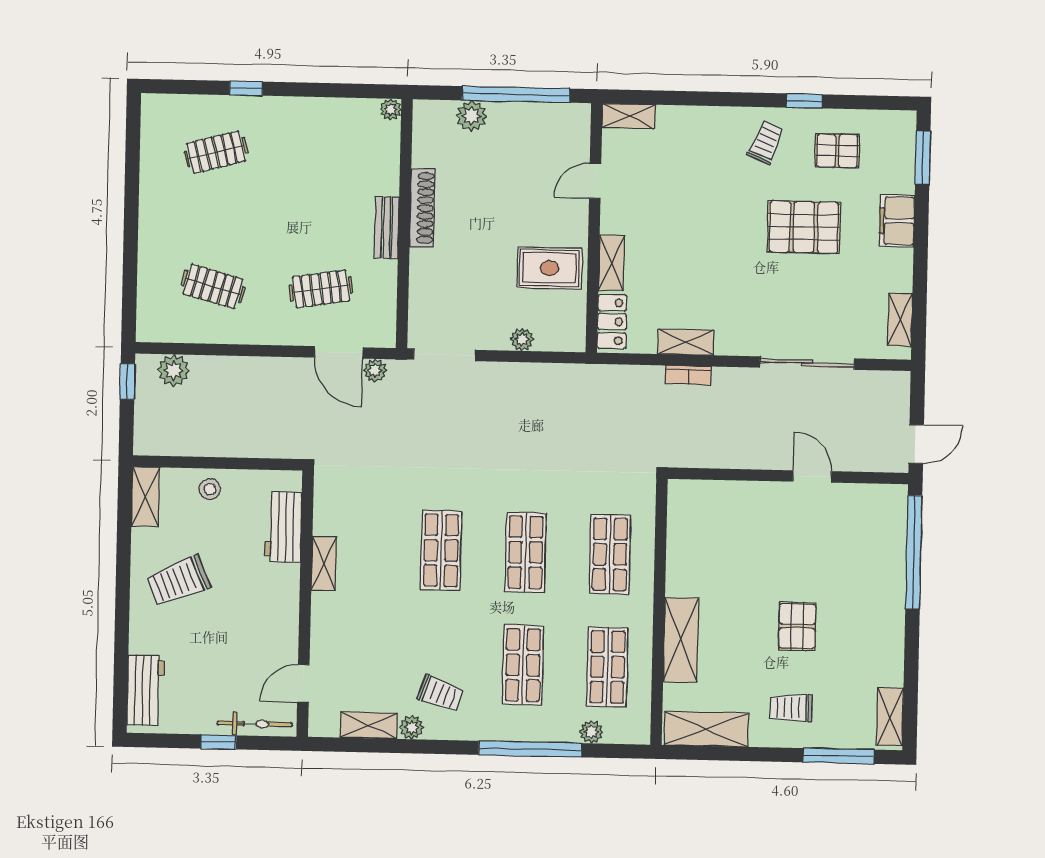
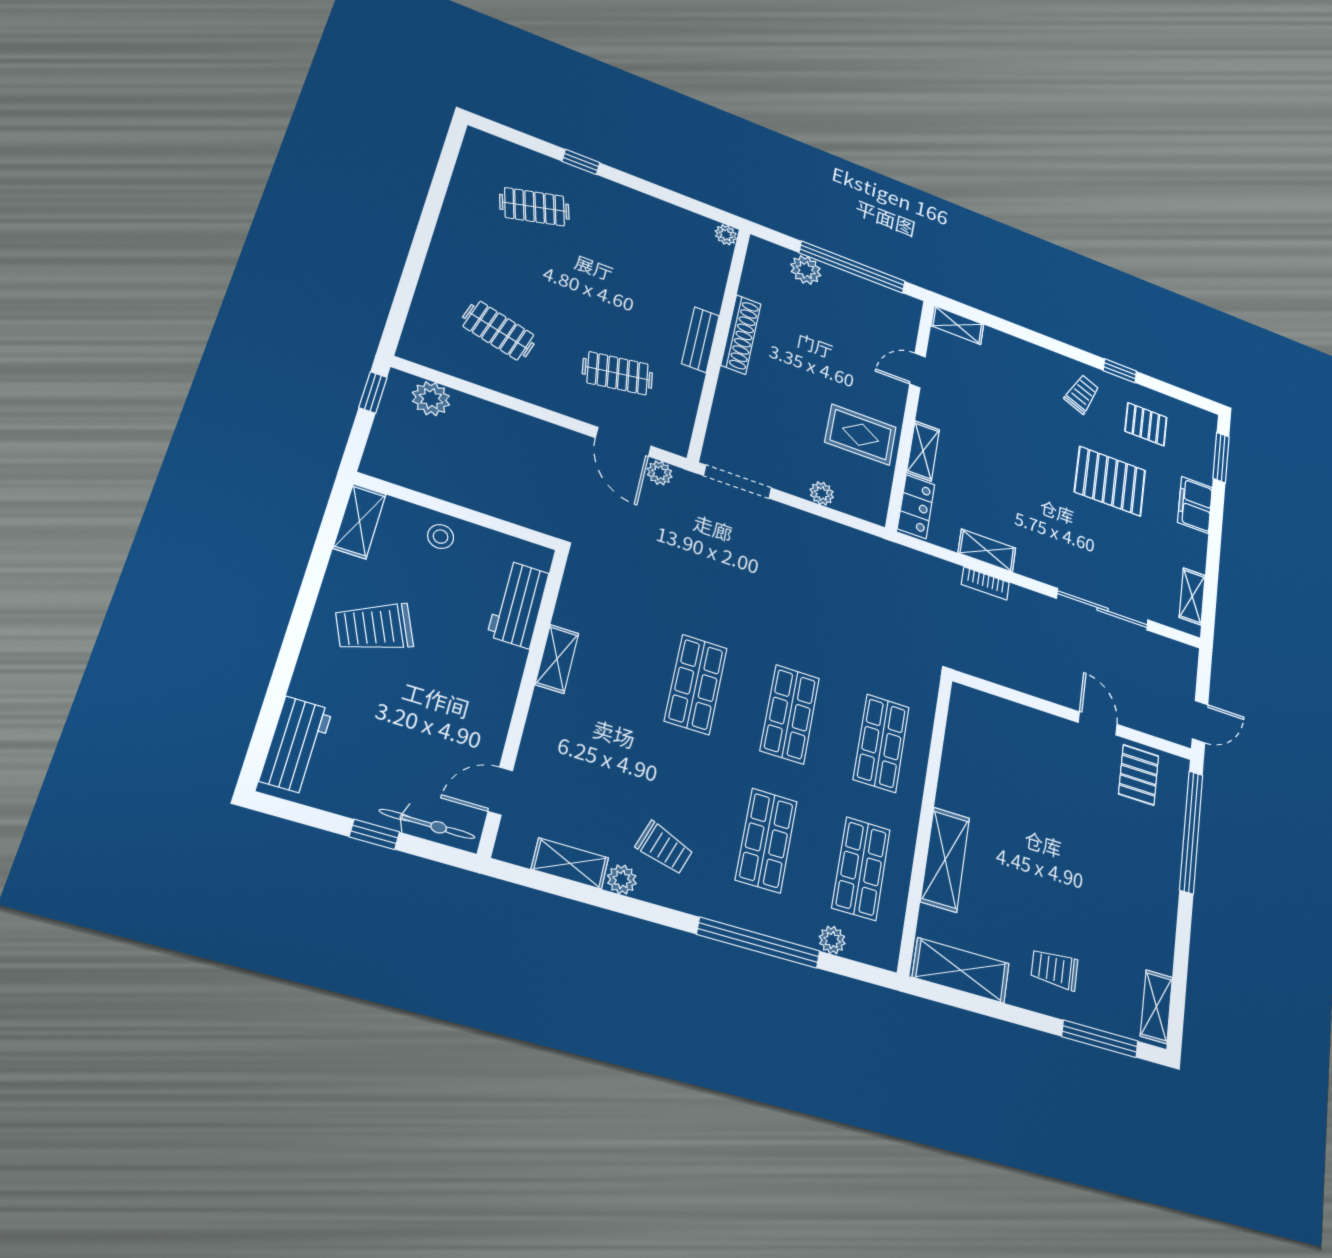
pallet: (797, 626) -> (1139, 775), moved

